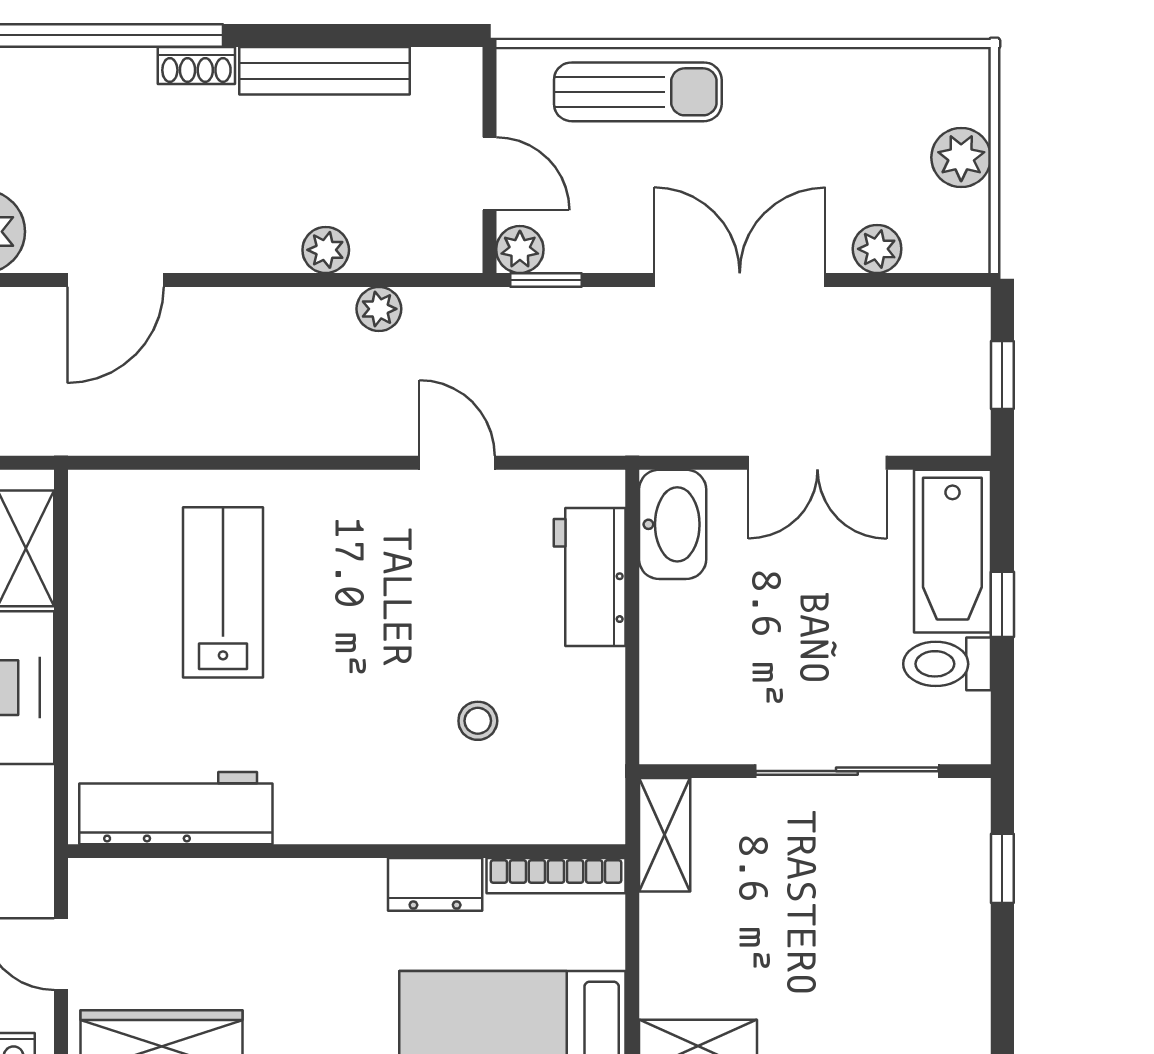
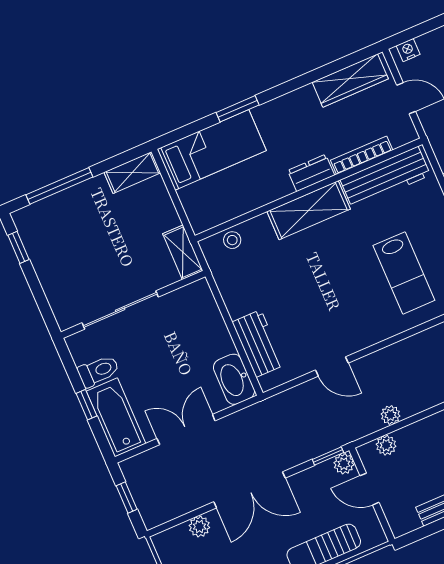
plant: (326, 250) -> (386, 445), moved
stool: (478, 721) -> (232, 240), moved
shelving: (365, 809) -> (309, 210), added
window: (1002, 868) -> (18, 247), moved
bookcase: (556, 876) -> (362, 155), moved
dresser: (435, 884) -> (311, 173), moved

